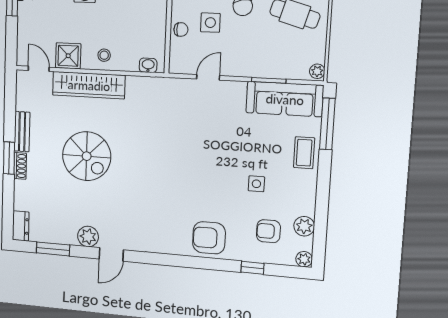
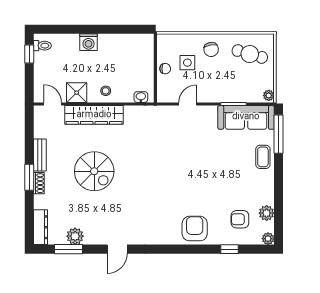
side table: (256, 184) -> (229, 183), removed
dresser: (21, 226) -> (41, 227), width x1.44
plant: (88, 236) -> (75, 236), moved
armchair: (209, 238) -> (195, 229), turned 90

